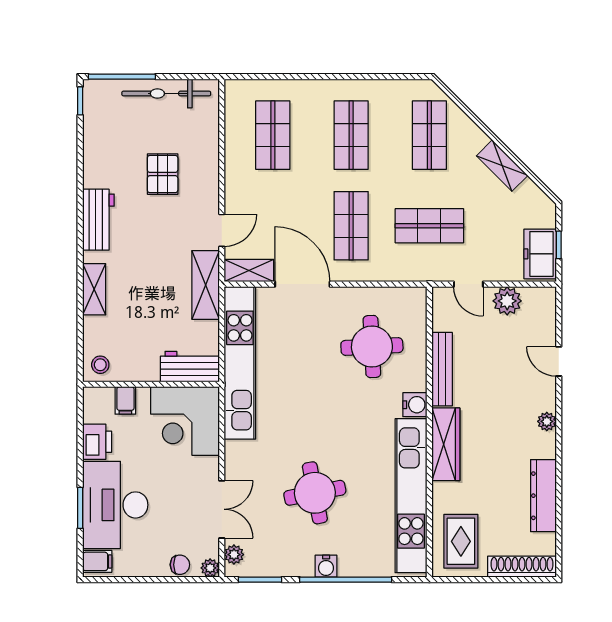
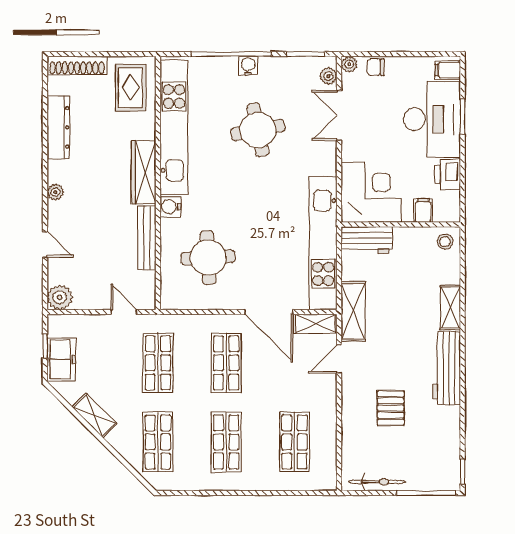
bicycle: (166, 94) -> (377, 482), width x0.73, depth x0.71
workbench: (98, 220) -> (447, 368), width x1.38
shop shelf: (429, 226) -> (158, 363), turned 90
freezer: (540, 254) -> (61, 359), moved
plant: (507, 301) -> (60, 297), moved

